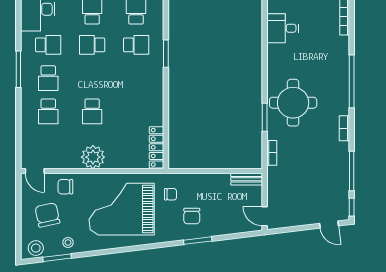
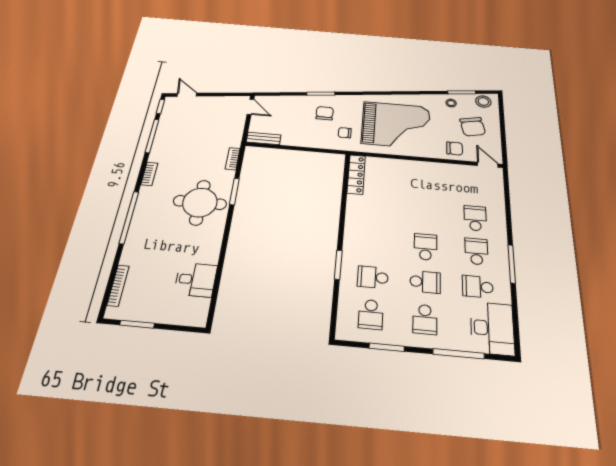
school desk: (92, 111) -> (426, 247), moved
plant: (93, 157) -> (425, 172), removed

